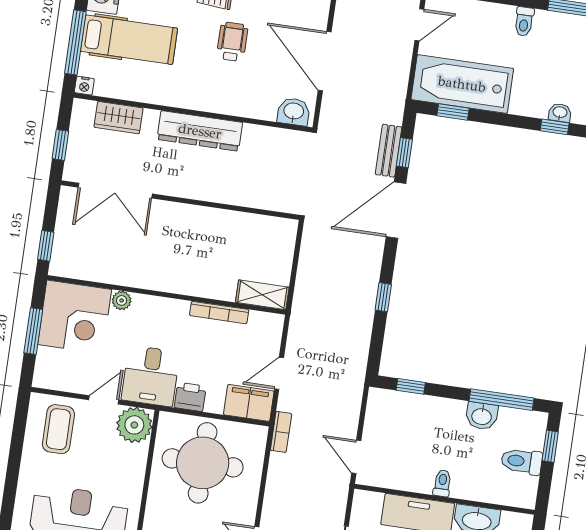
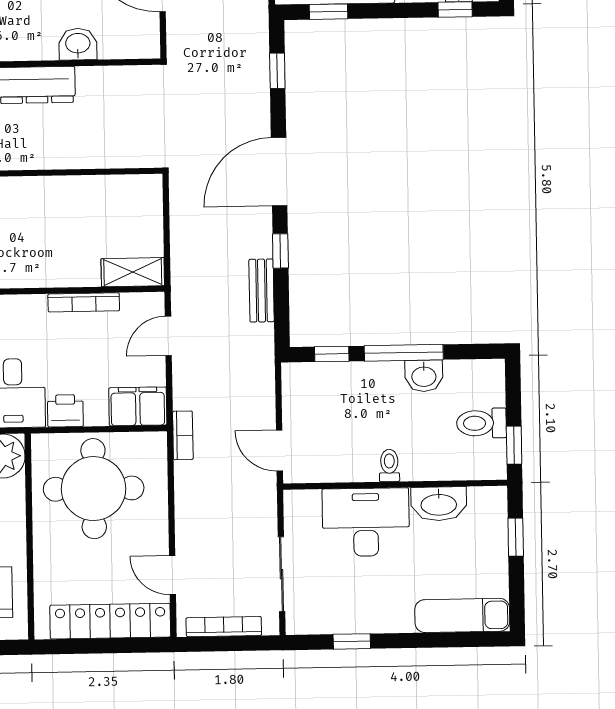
washbasin: (294, 112) -> (78, 44), moved
bench: (389, 151) -> (262, 291), moved
door: (396, 210) -> (279, 172), moved
door: (279, 373) -> (168, 336), moved
window: (501, 400) -> (404, 353), moved
window: (550, 446) -> (514, 445), moved

